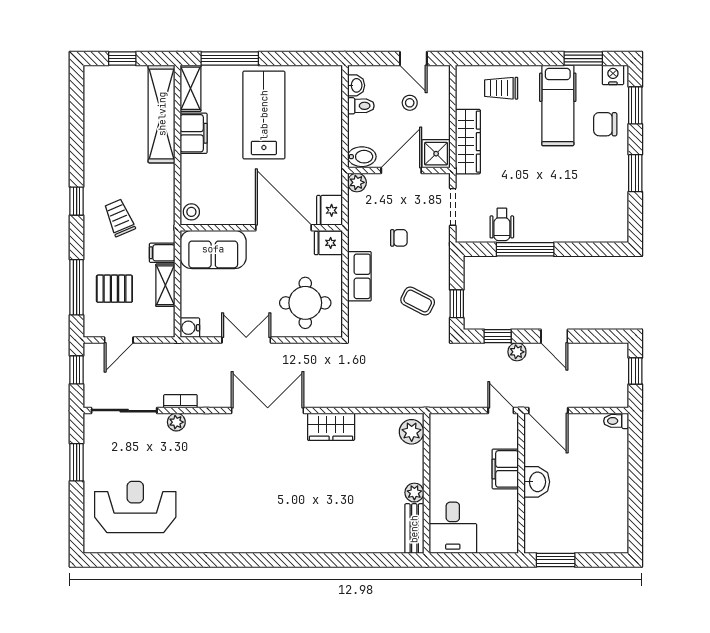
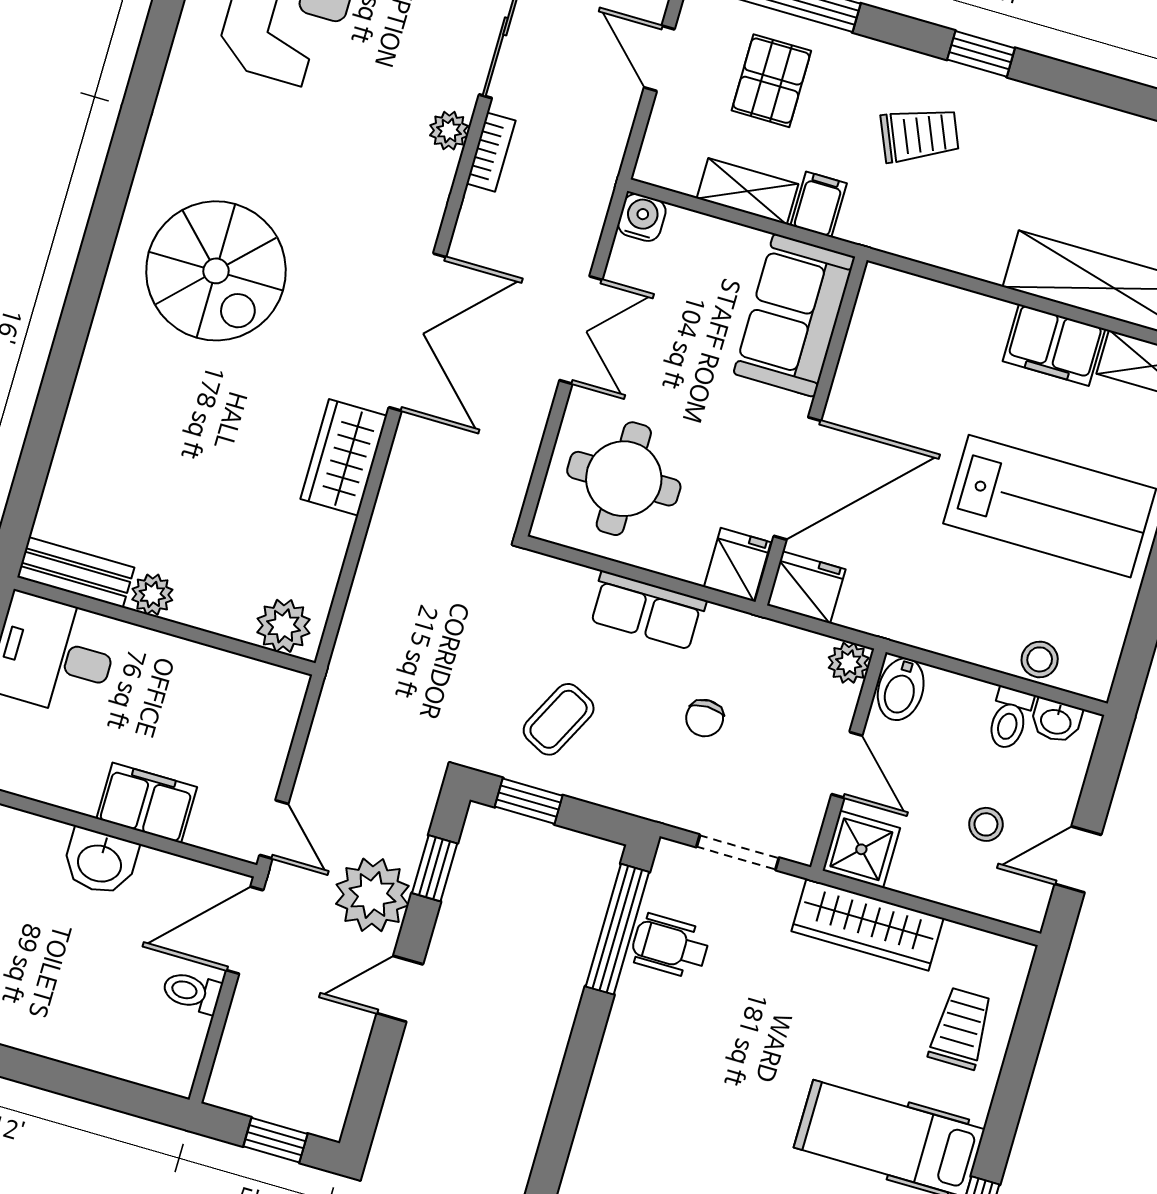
door: (401, 170) -> (847, 765), width x0.73
stool: (191, 212) -> (1040, 659), moved
window: (525, 249) -> (617, 929), moved
plant: (517, 352) -> (372, 895), width x1.87, depth x1.87
door: (501, 411) -> (274, 829), hinge flipped
toilet: (616, 421) -> (192, 992), moved, turned -90
spiral stairs: (266, 505) -> (216, 271), added

